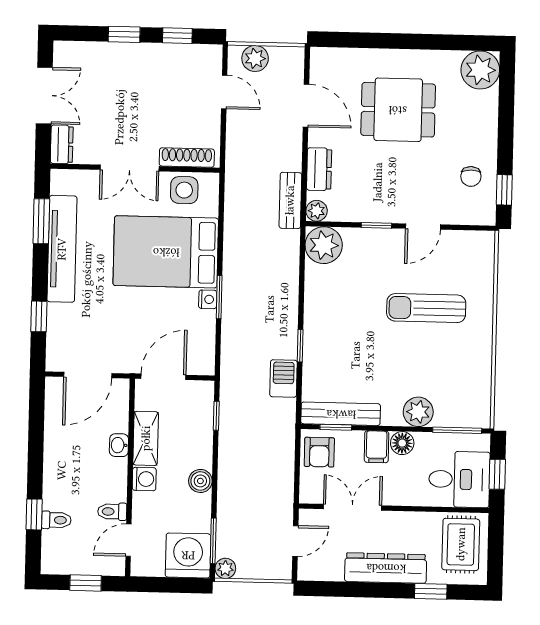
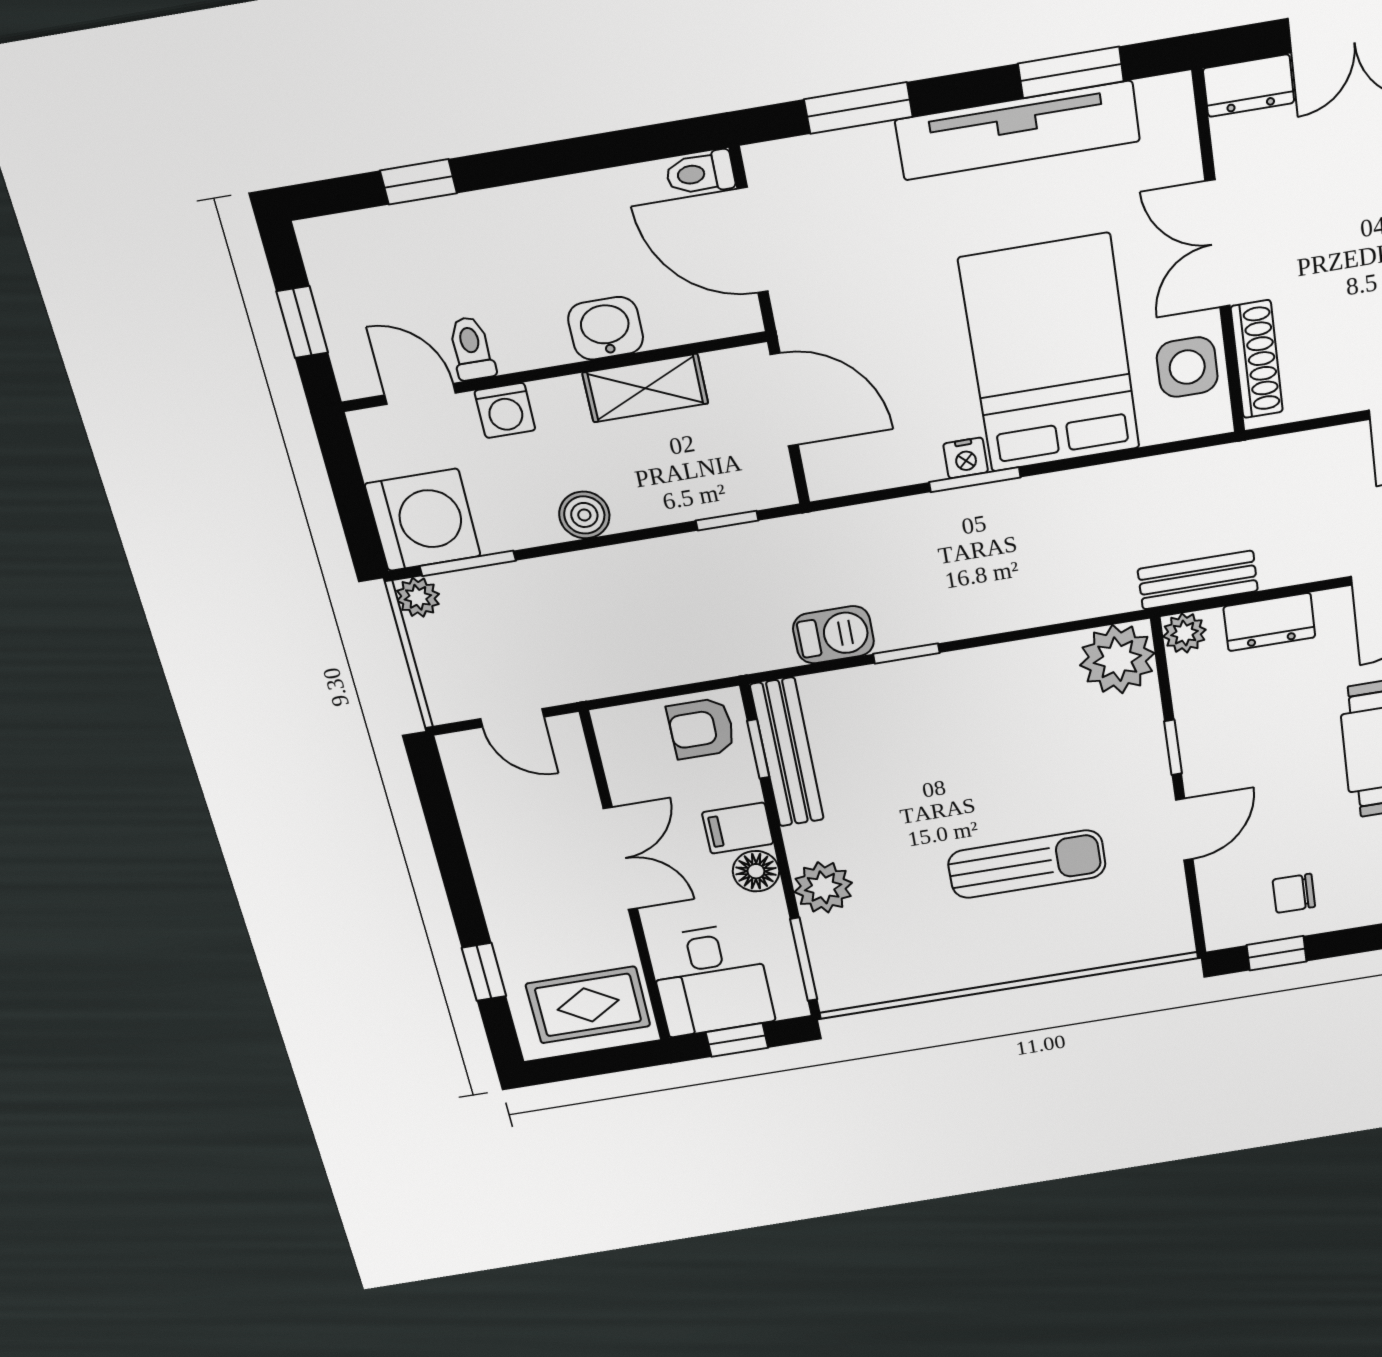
door: (423, 227) -> (1184, 829), swing flipped
sun lounger: (426, 308) -> (1027, 864), turned 90
window: (39, 316) -> (858, 108), width x1.50
washbasin: (119, 445) -> (606, 328), width x1.38, depth x1.45
washing machine: (144, 479) -> (505, 410), moved
double door: (352, 507) -> (620, 859), moved
toilet: (56, 520) -> (700, 173), moved, turned 90
dresser: (386, 568) -> (506, 888), removed

